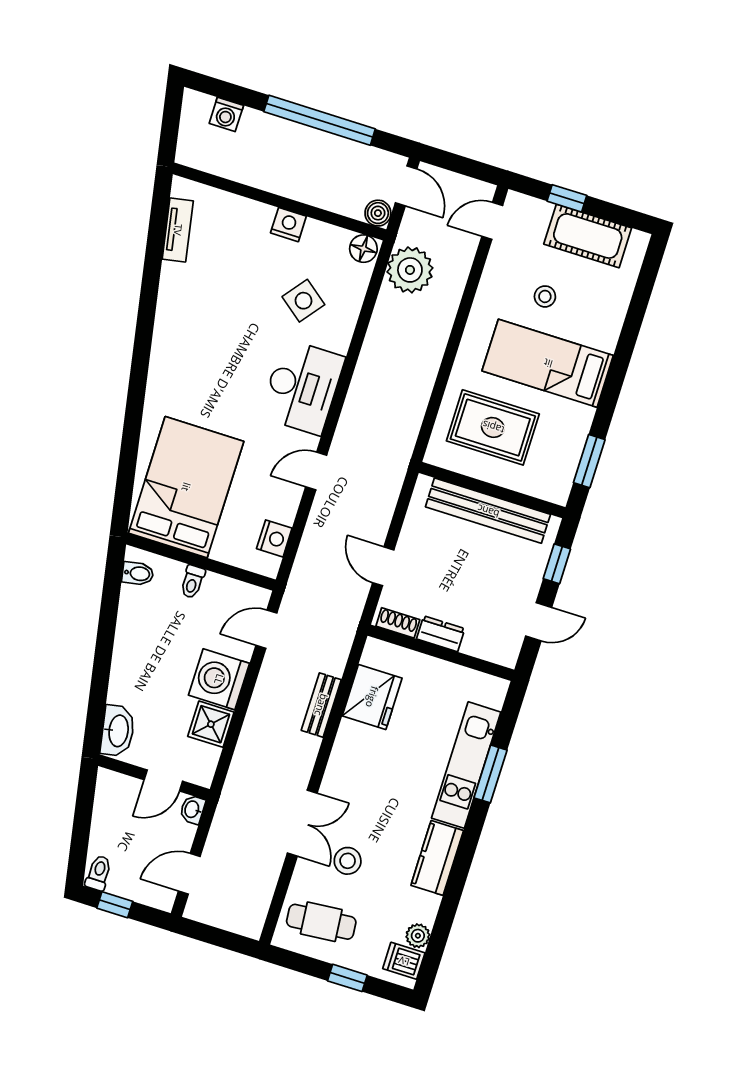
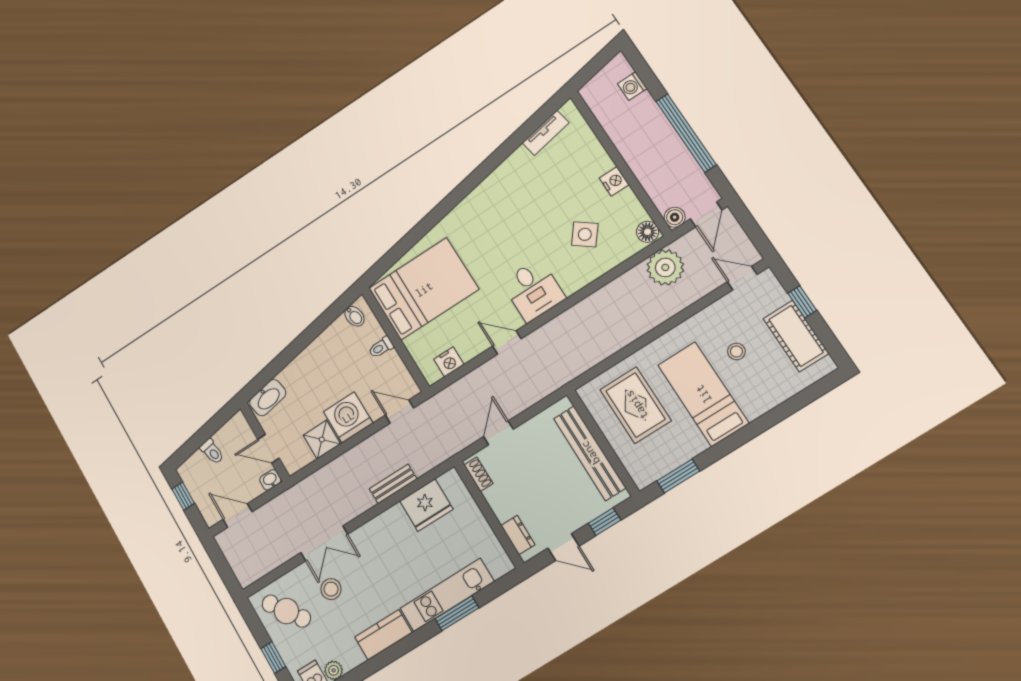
desk: (302, 387) -> (533, 290), width x0.73
dresser: (441, 634) -> (518, 535), moved
toilet: (99, 873) -> (212, 452), moved, turned 80
cafe table: (321, 922) -> (286, 611), turned -31

